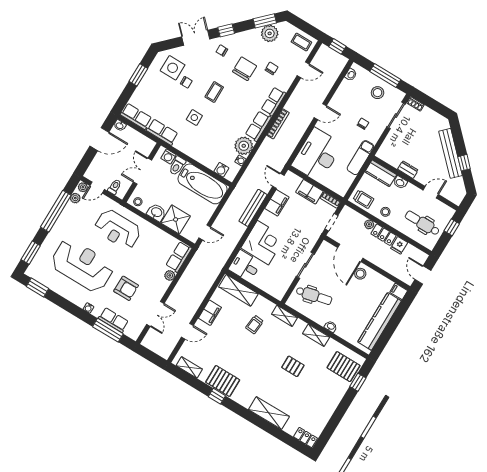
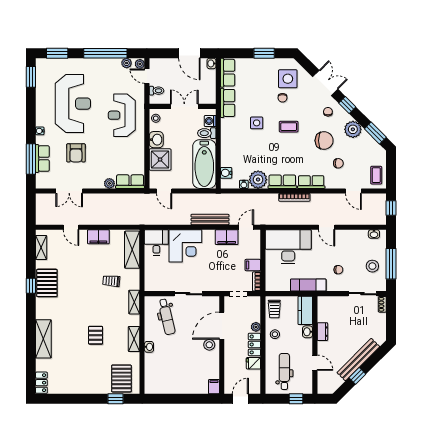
plant: (270, 33) -> (353, 129), moved
filing cabinet: (309, 192) -> (253, 265), width x0.50
kitchen counter: (380, 321) -> (179, 386), removed

